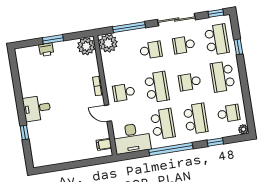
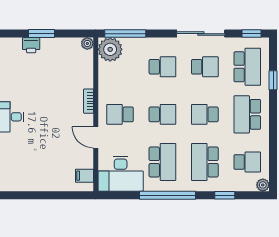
window: (129, 27) -> (125, 34), moved
school desk: (184, 45) -> (205, 67), turned 180
plant: (86, 46) -> (87, 43), width x0.53, depth x0.53
school desk: (157, 87) -> (162, 114), width x0.54
school desk: (196, 119) -> (205, 162), turned 180

